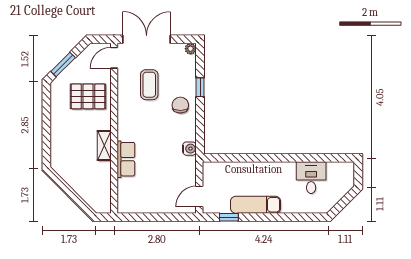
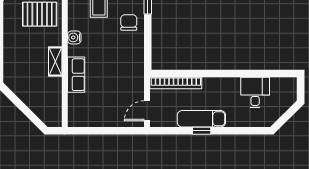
water cooler: (189, 149) -> (74, 37), moved, turned 180
bookcase: (229, 168) -> (176, 83), added
window: (229, 217) -> (202, 131), moved

